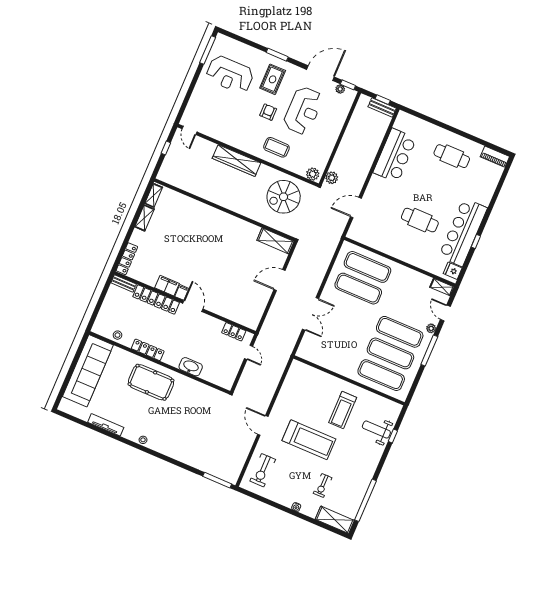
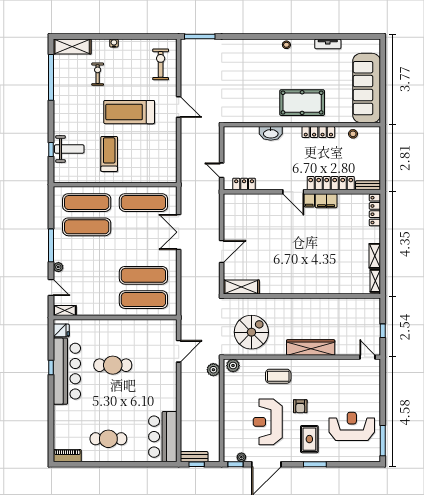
bar counter: (395, 155) -> (163, 437), moved
exercise mat: (400, 332) -> (143, 203), moved
tv unit: (106, 425) -> (328, 44), width x0.71

